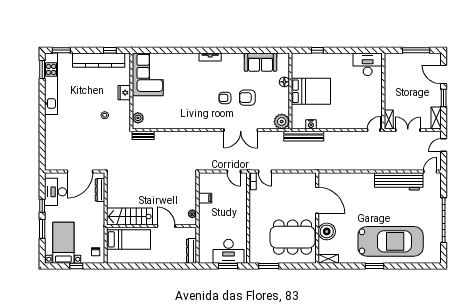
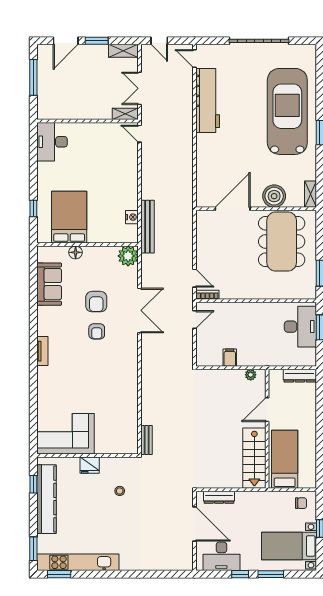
bed: (311, 91) -> (69, 217), moved
plant: (138, 118) -> (123, 447), removed
door: (265, 172) -> (194, 278), hinge flipped

